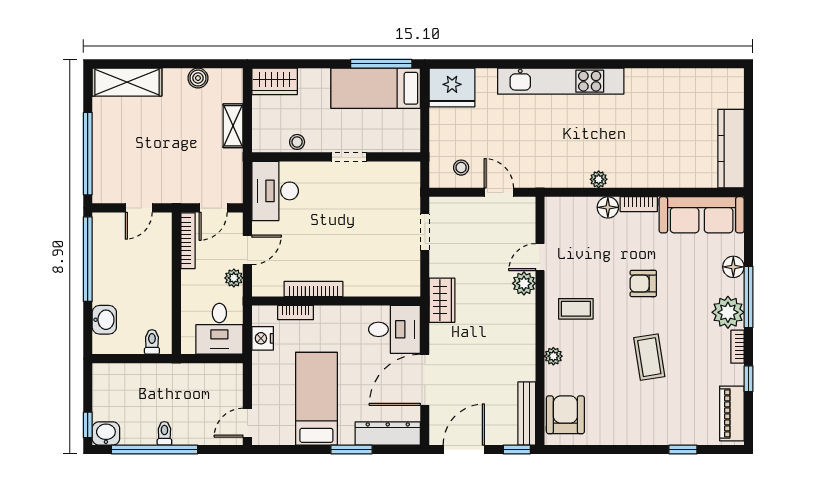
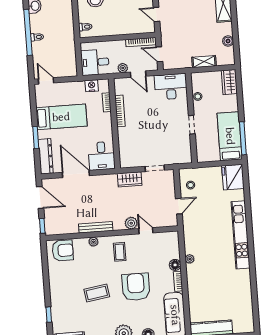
armchair: (643, 283) -> (136, 287), width x1.88, depth x1.88
wardrobe: (442, 300) -> (130, 179), moved
bench: (527, 414) -> (96, 227), moved

